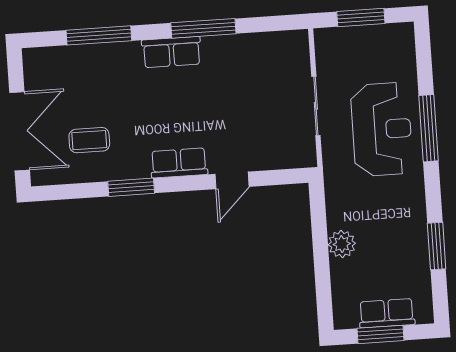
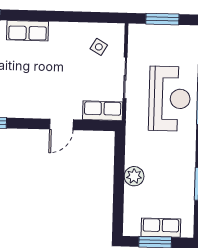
window: (203, 28) -> (51, 16), removed
side table: (275, 66) -> (99, 47), added
row of seats: (179, 163) -> (103, 111), moved

